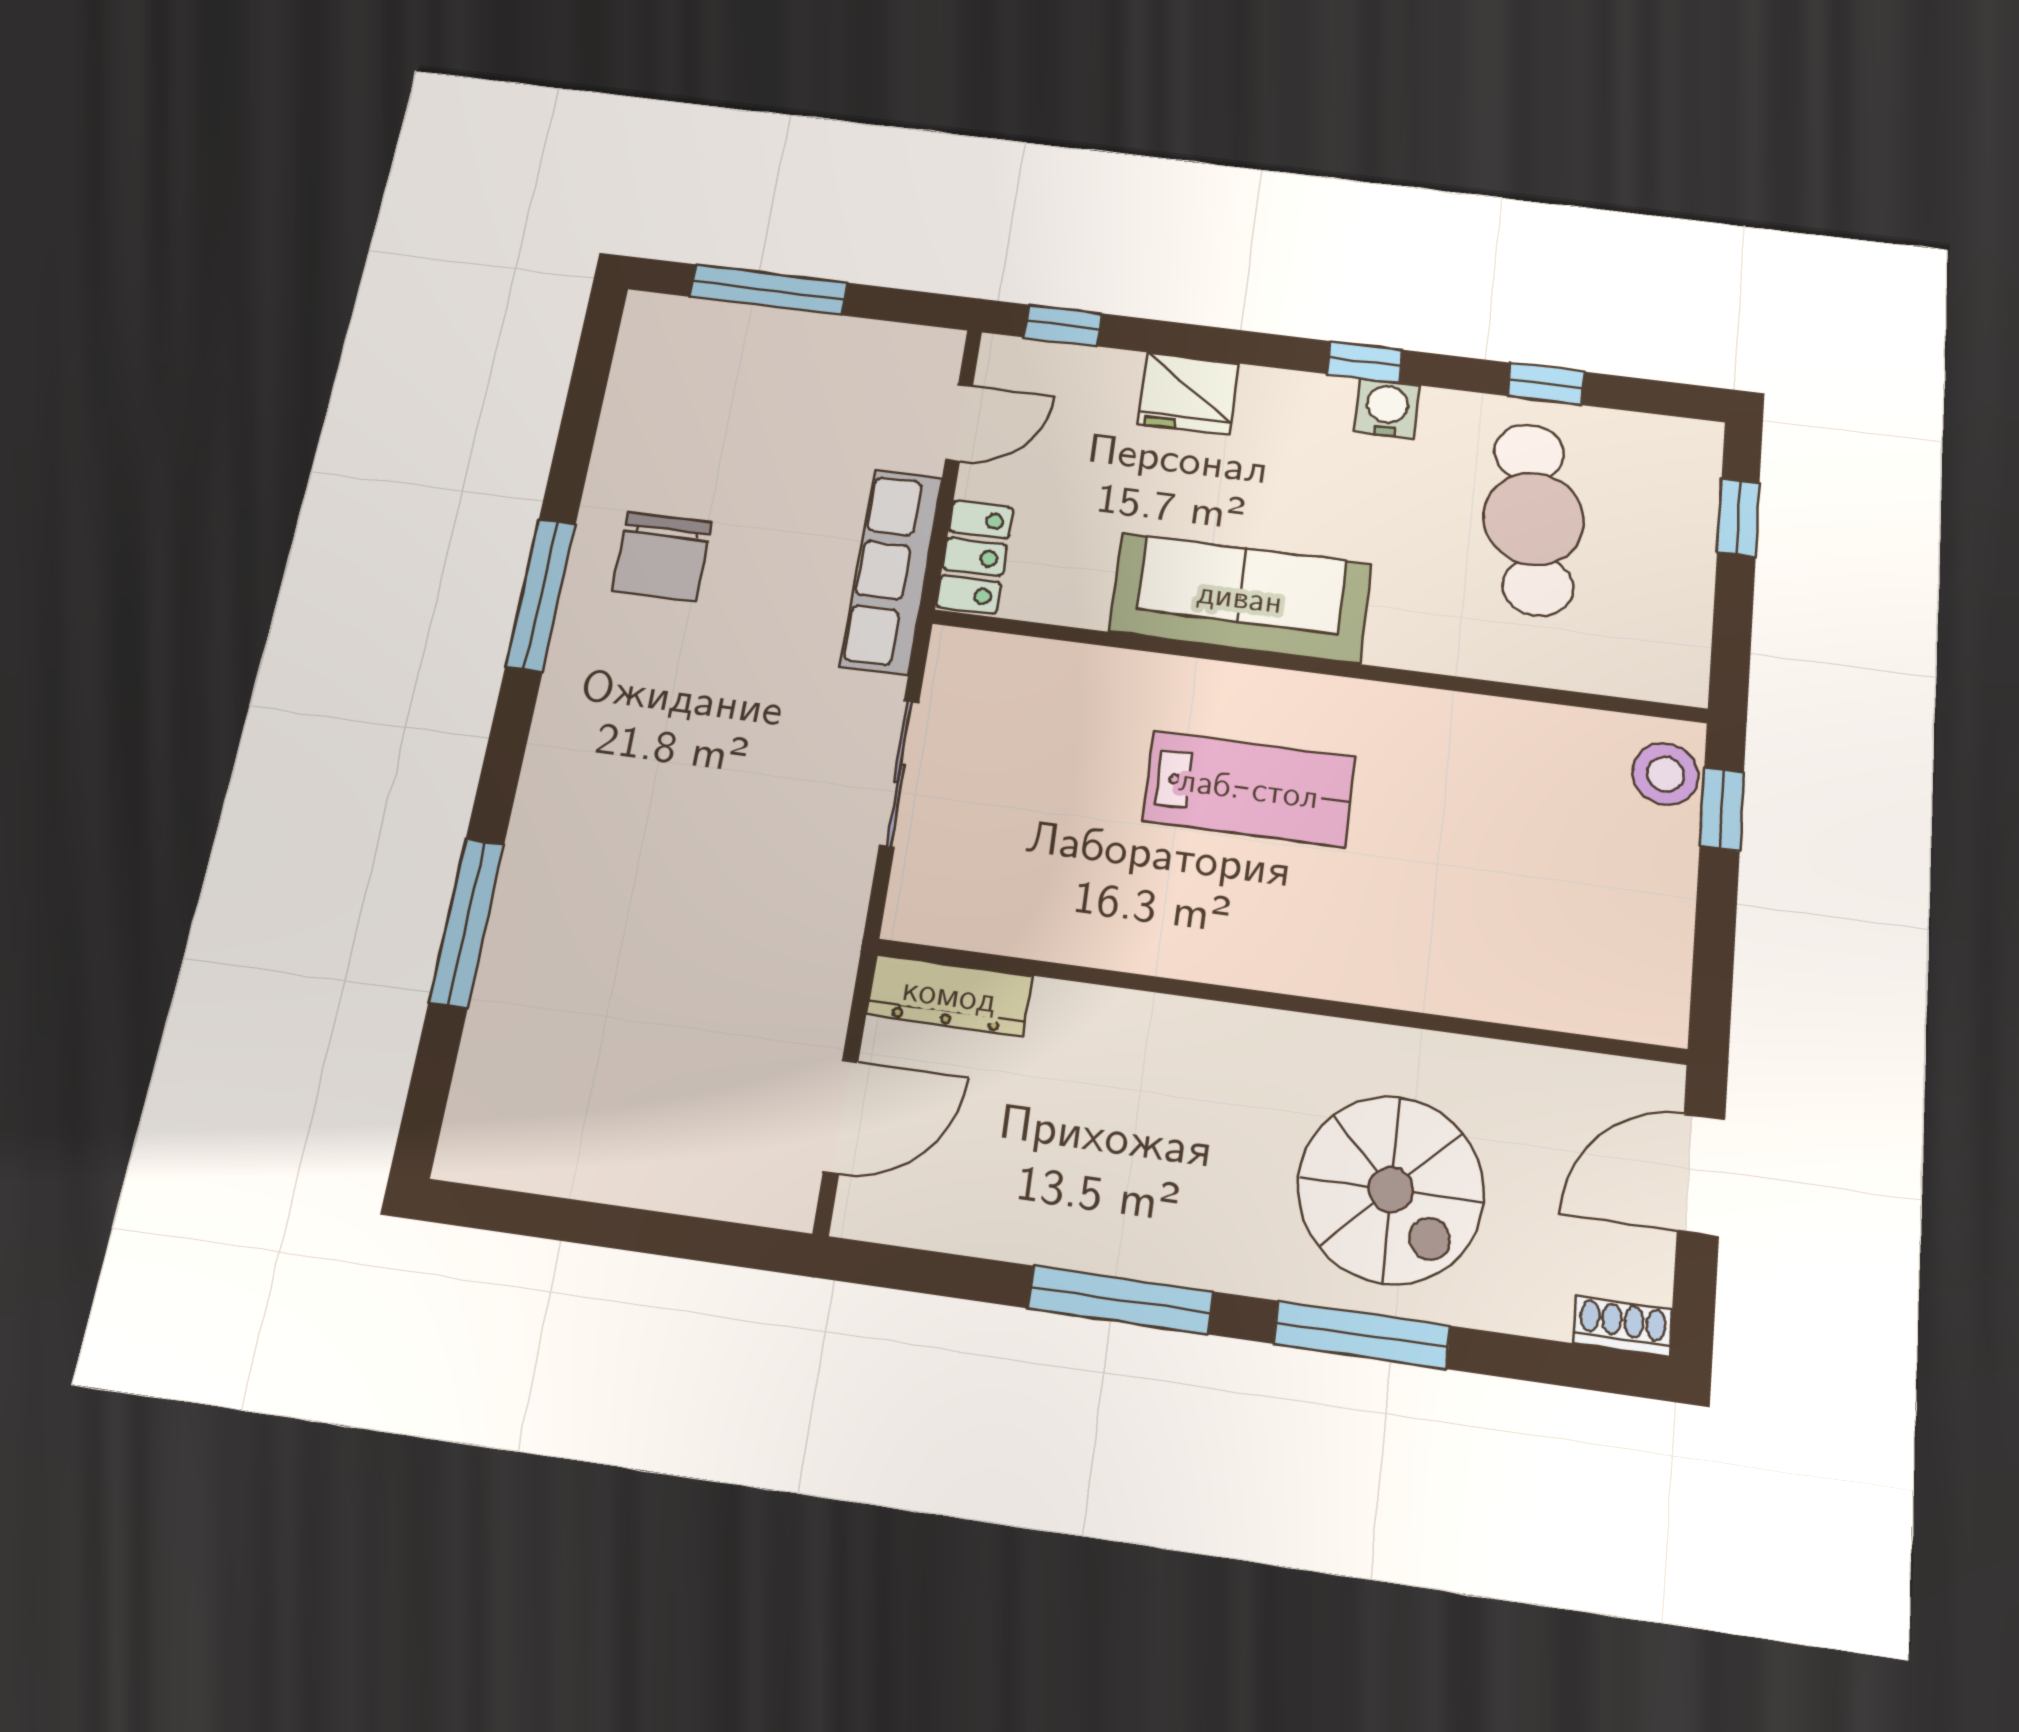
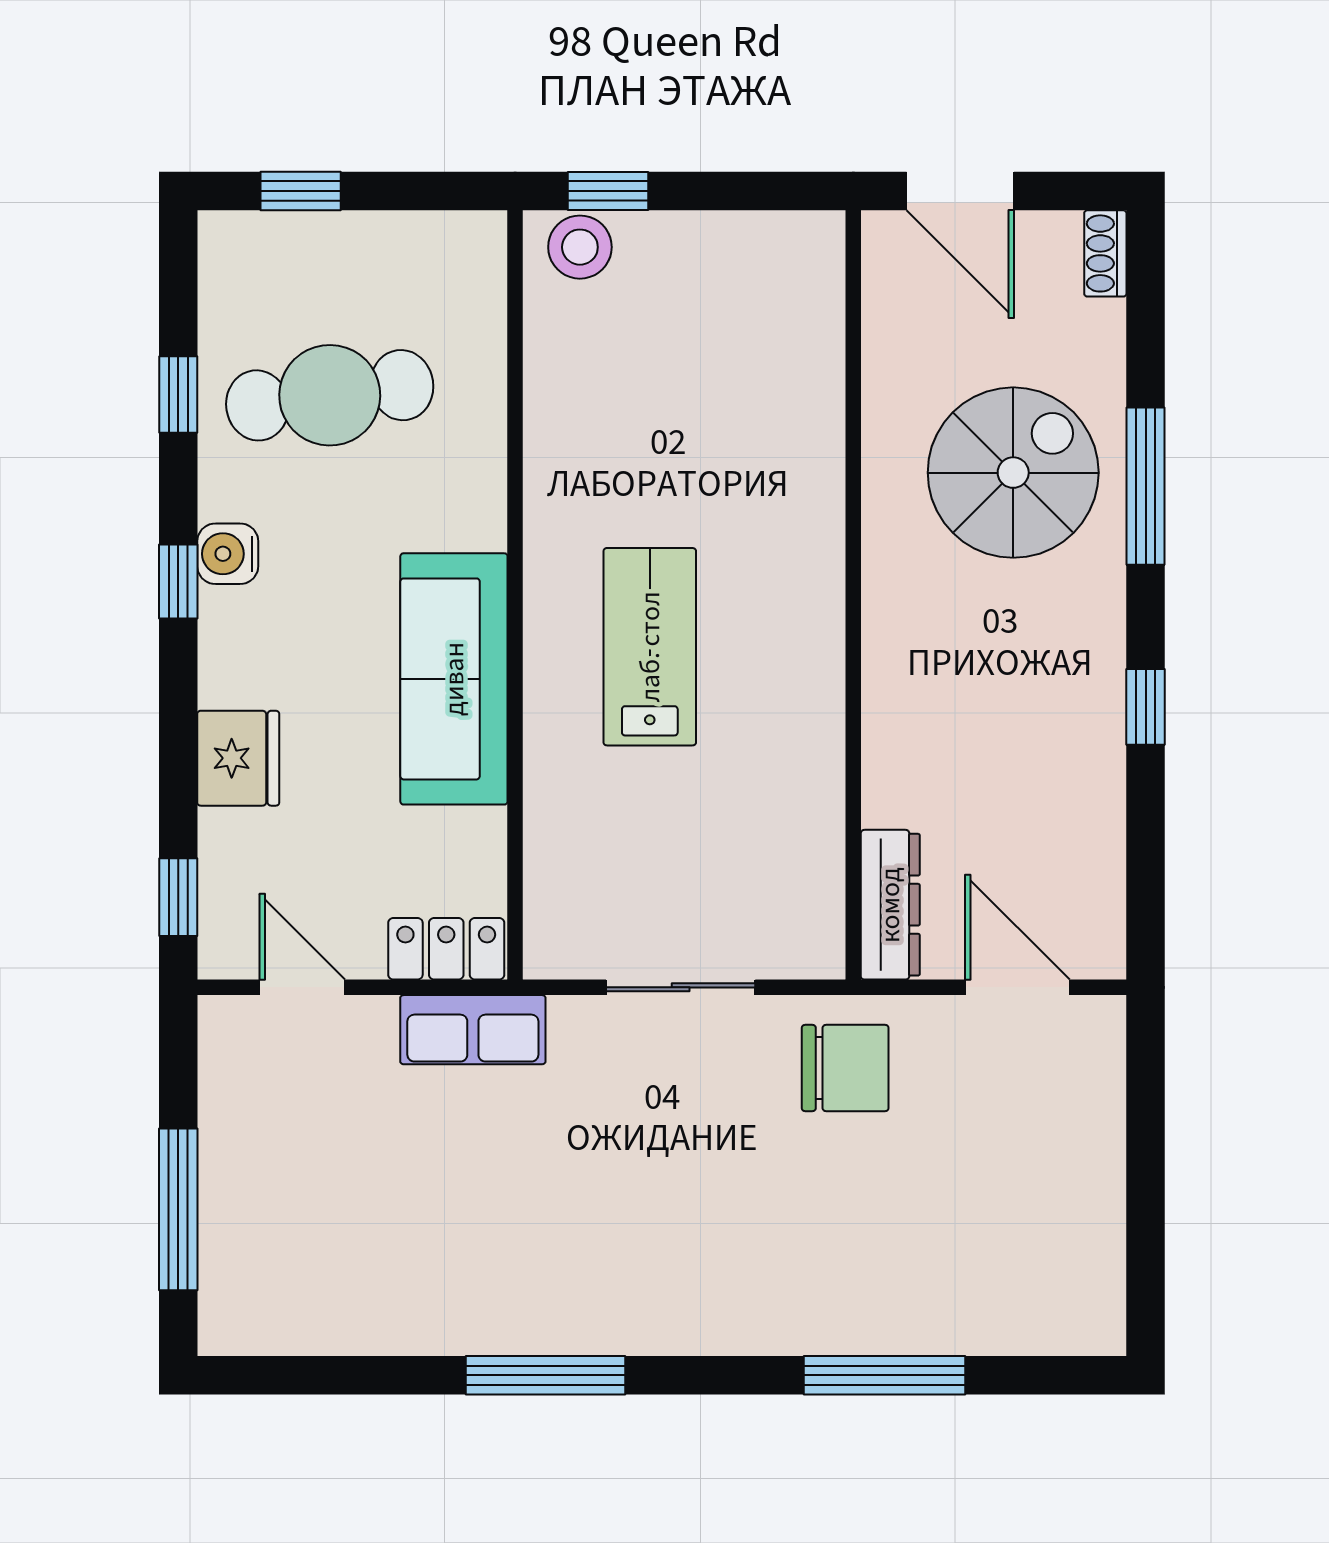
chair: (662, 557) -> (845, 1068), moved
row of seats: (891, 571) -> (473, 1030), width x0.68
window: (1120, 1300) -> (1146, 707), width x0.46

